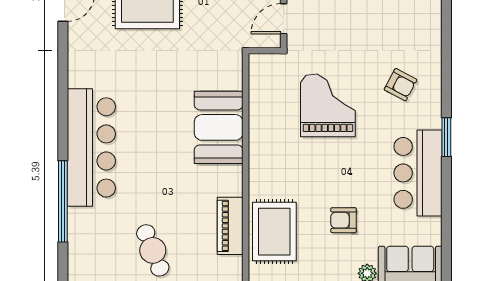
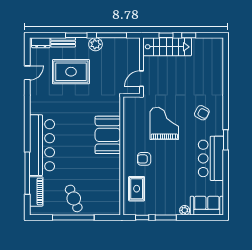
armchair: (343, 220) -> (144, 159), moved
piano: (230, 226) -> (36, 191), moved, turned 180
rug: (274, 232) -> (137, 189), width x0.73, depth x0.70

